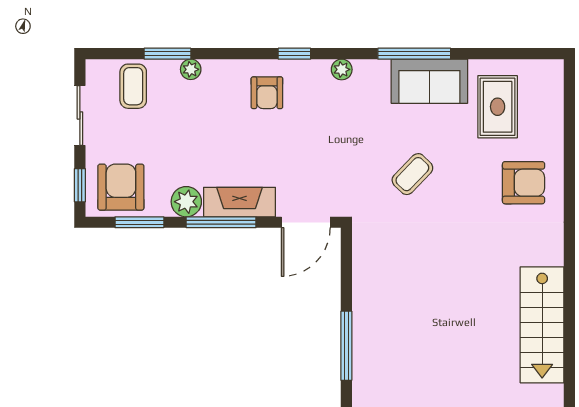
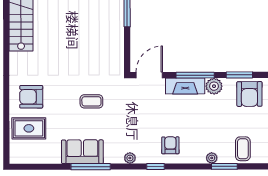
rug: (498, 107) -> (29, 128), moved, turned 90
coffee table: (412, 174) -> (91, 101), turned 46

